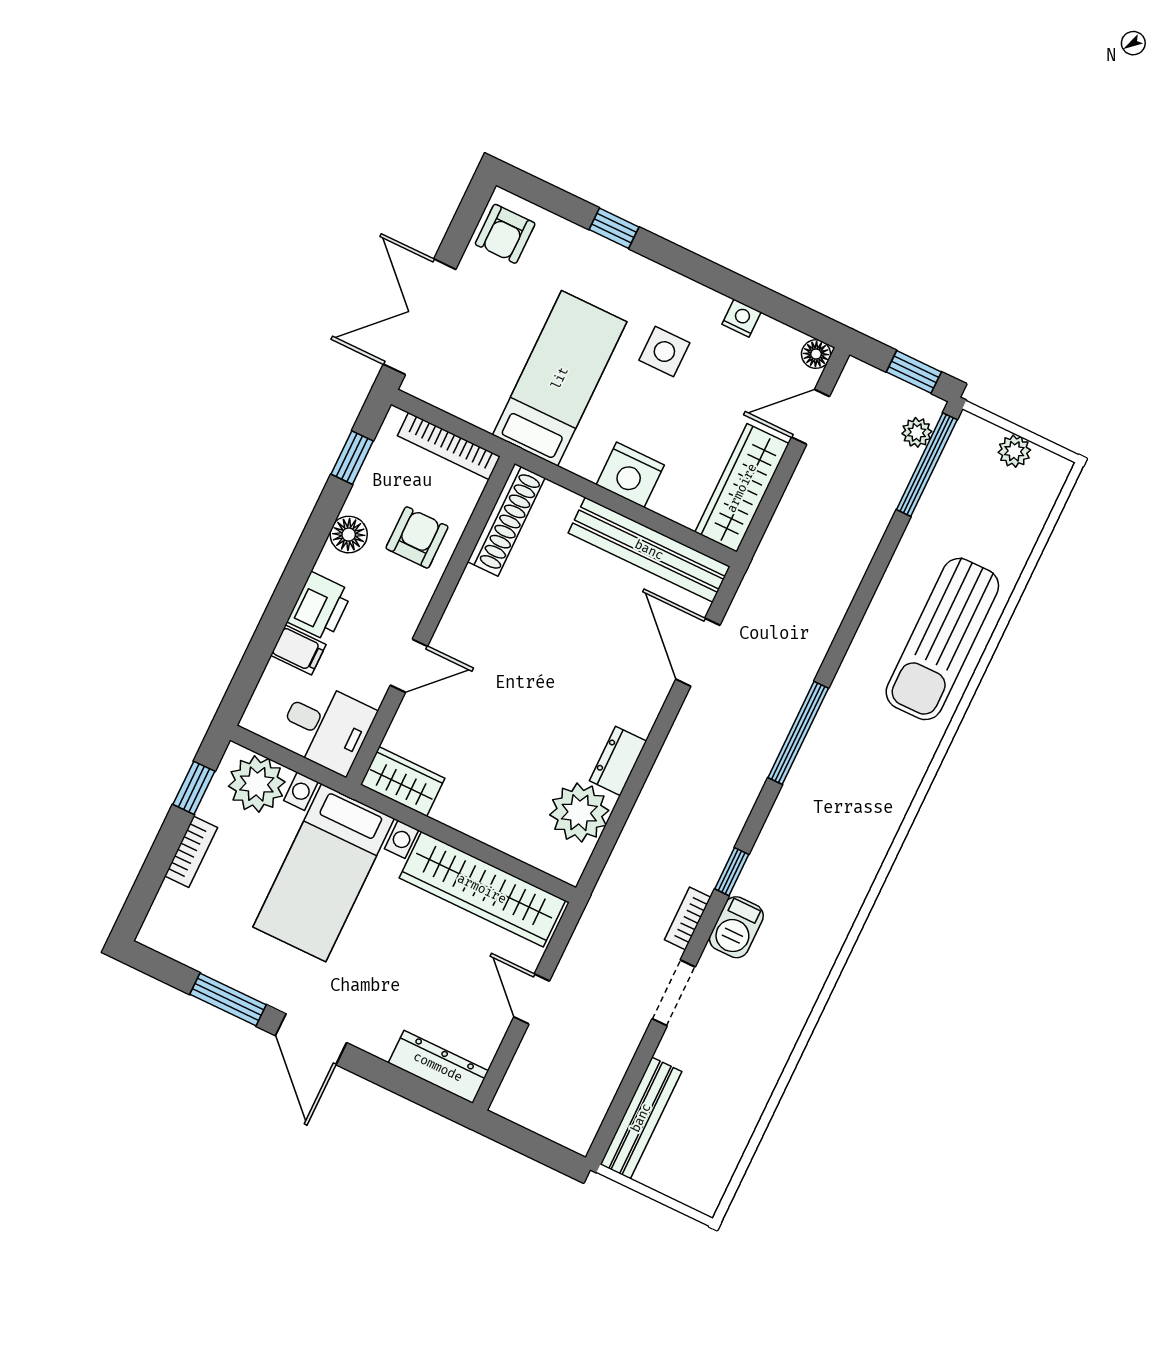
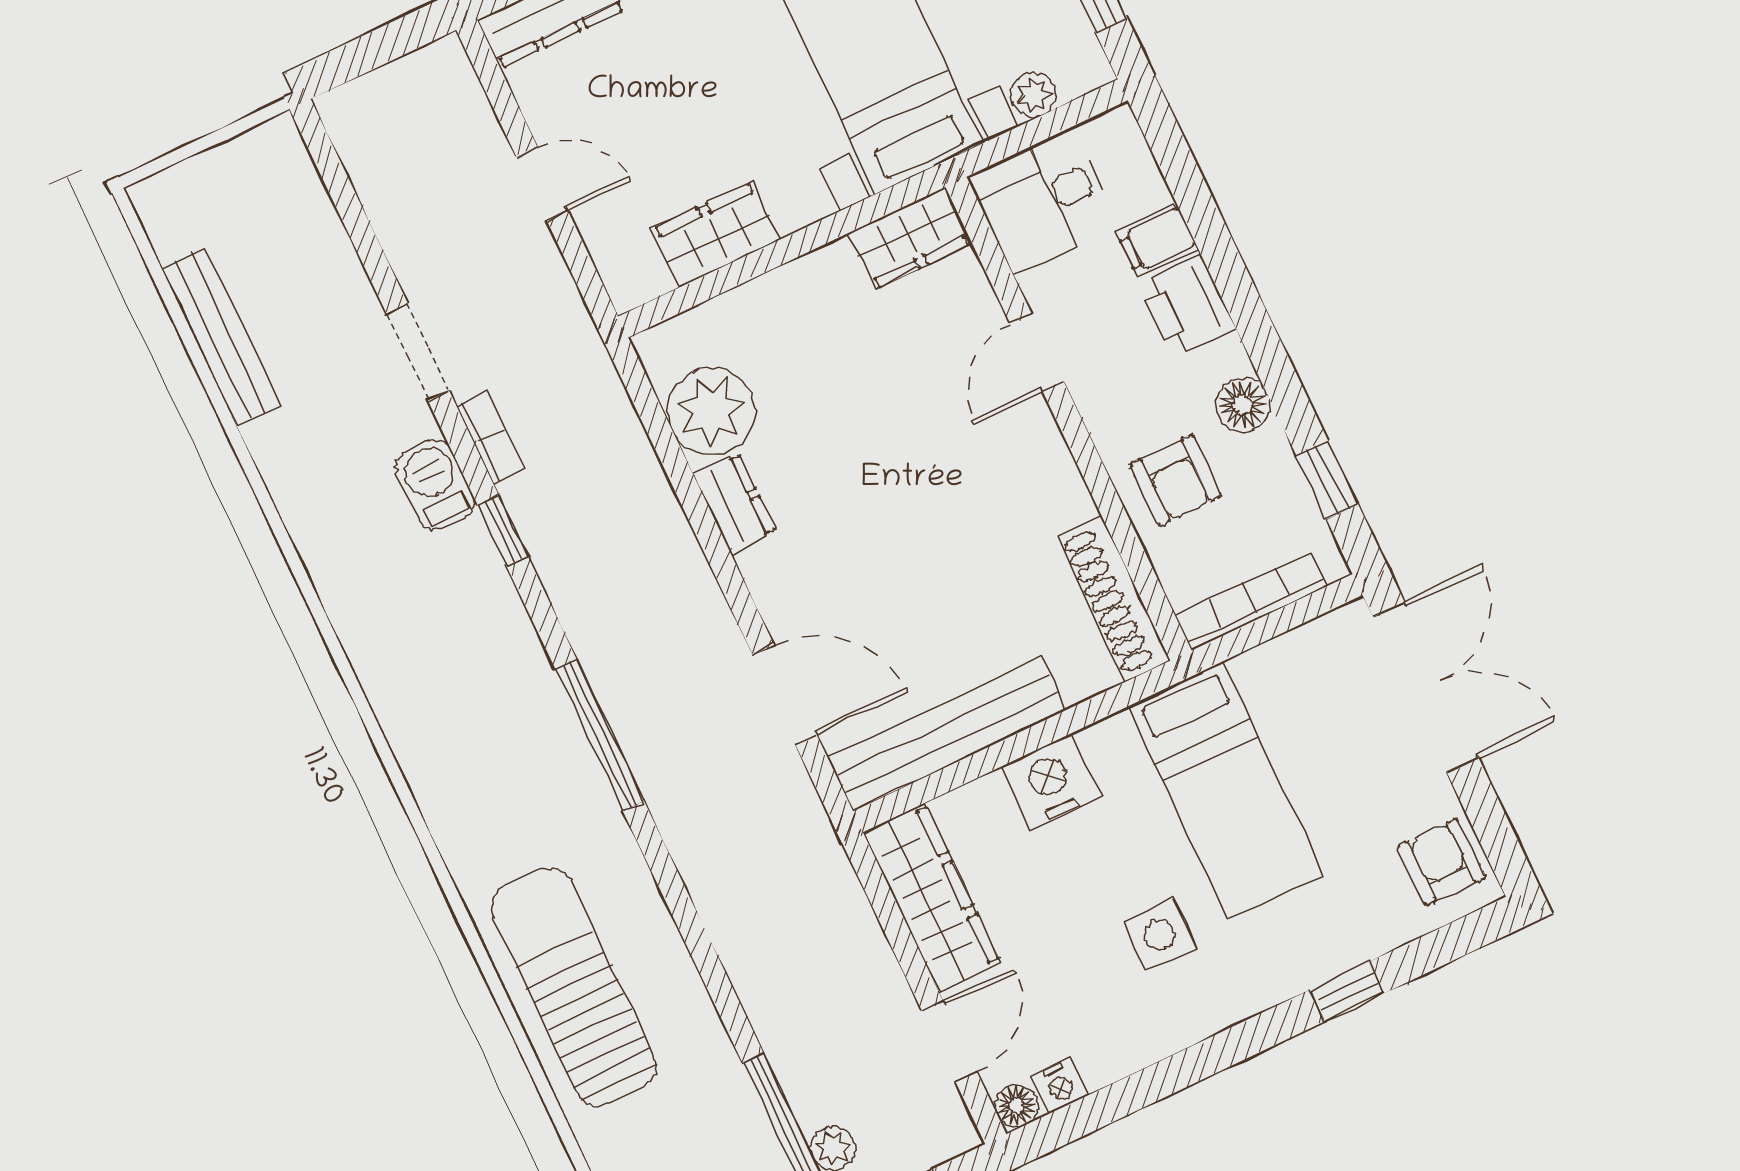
nightstand: (742, 318) -> (1060, 1086), moved
plant: (257, 784) -> (1033, 95), width x0.53, depth x0.53
wardrobe: (482, 889) -> (716, 234), width x0.48, depth x0.85
bench: (641, 1118) -> (221, 337), moved

